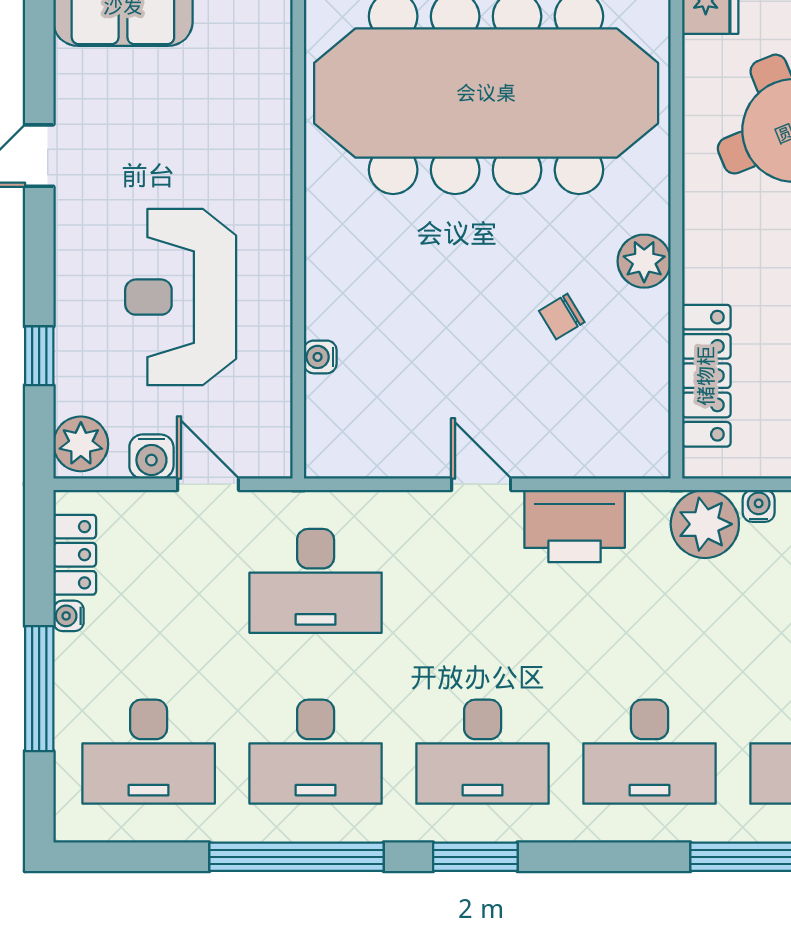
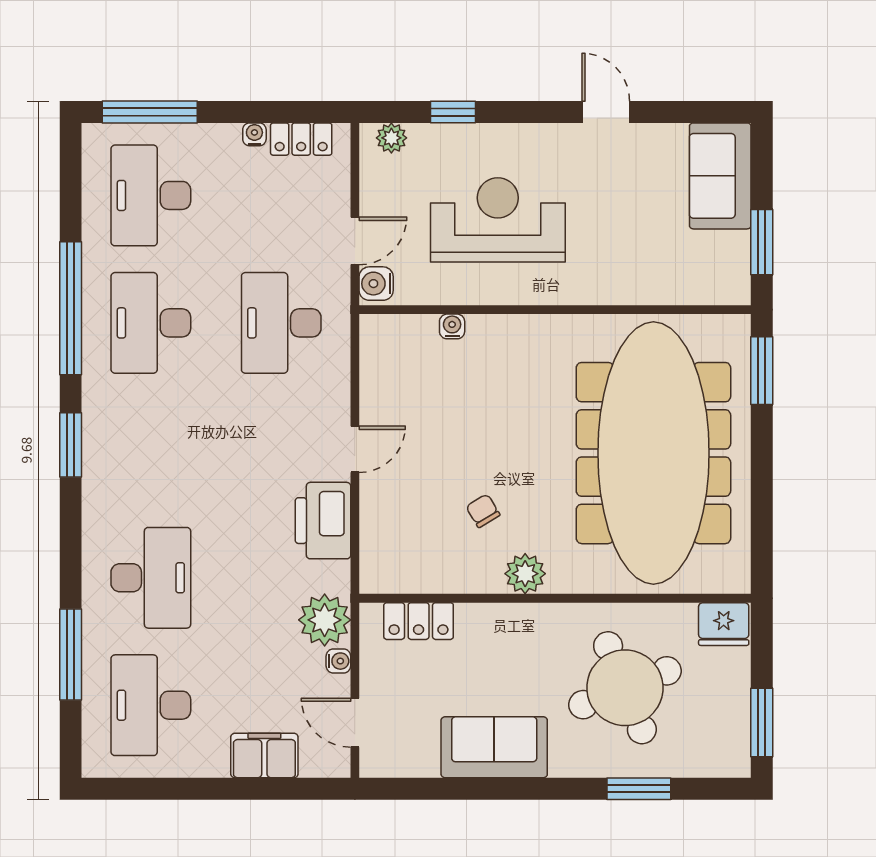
locker: (706, 376) -> (419, 621), width x0.66
plant: (81, 444) -> (391, 138), width x0.73, depth x0.73
water cooler: (151, 457) -> (376, 284), moved
window: (39, 689) -> (150, 112), moved
desk: (483, 752) -> (151, 450), removed
desk: (650, 752) -> (151, 578), turned 180

